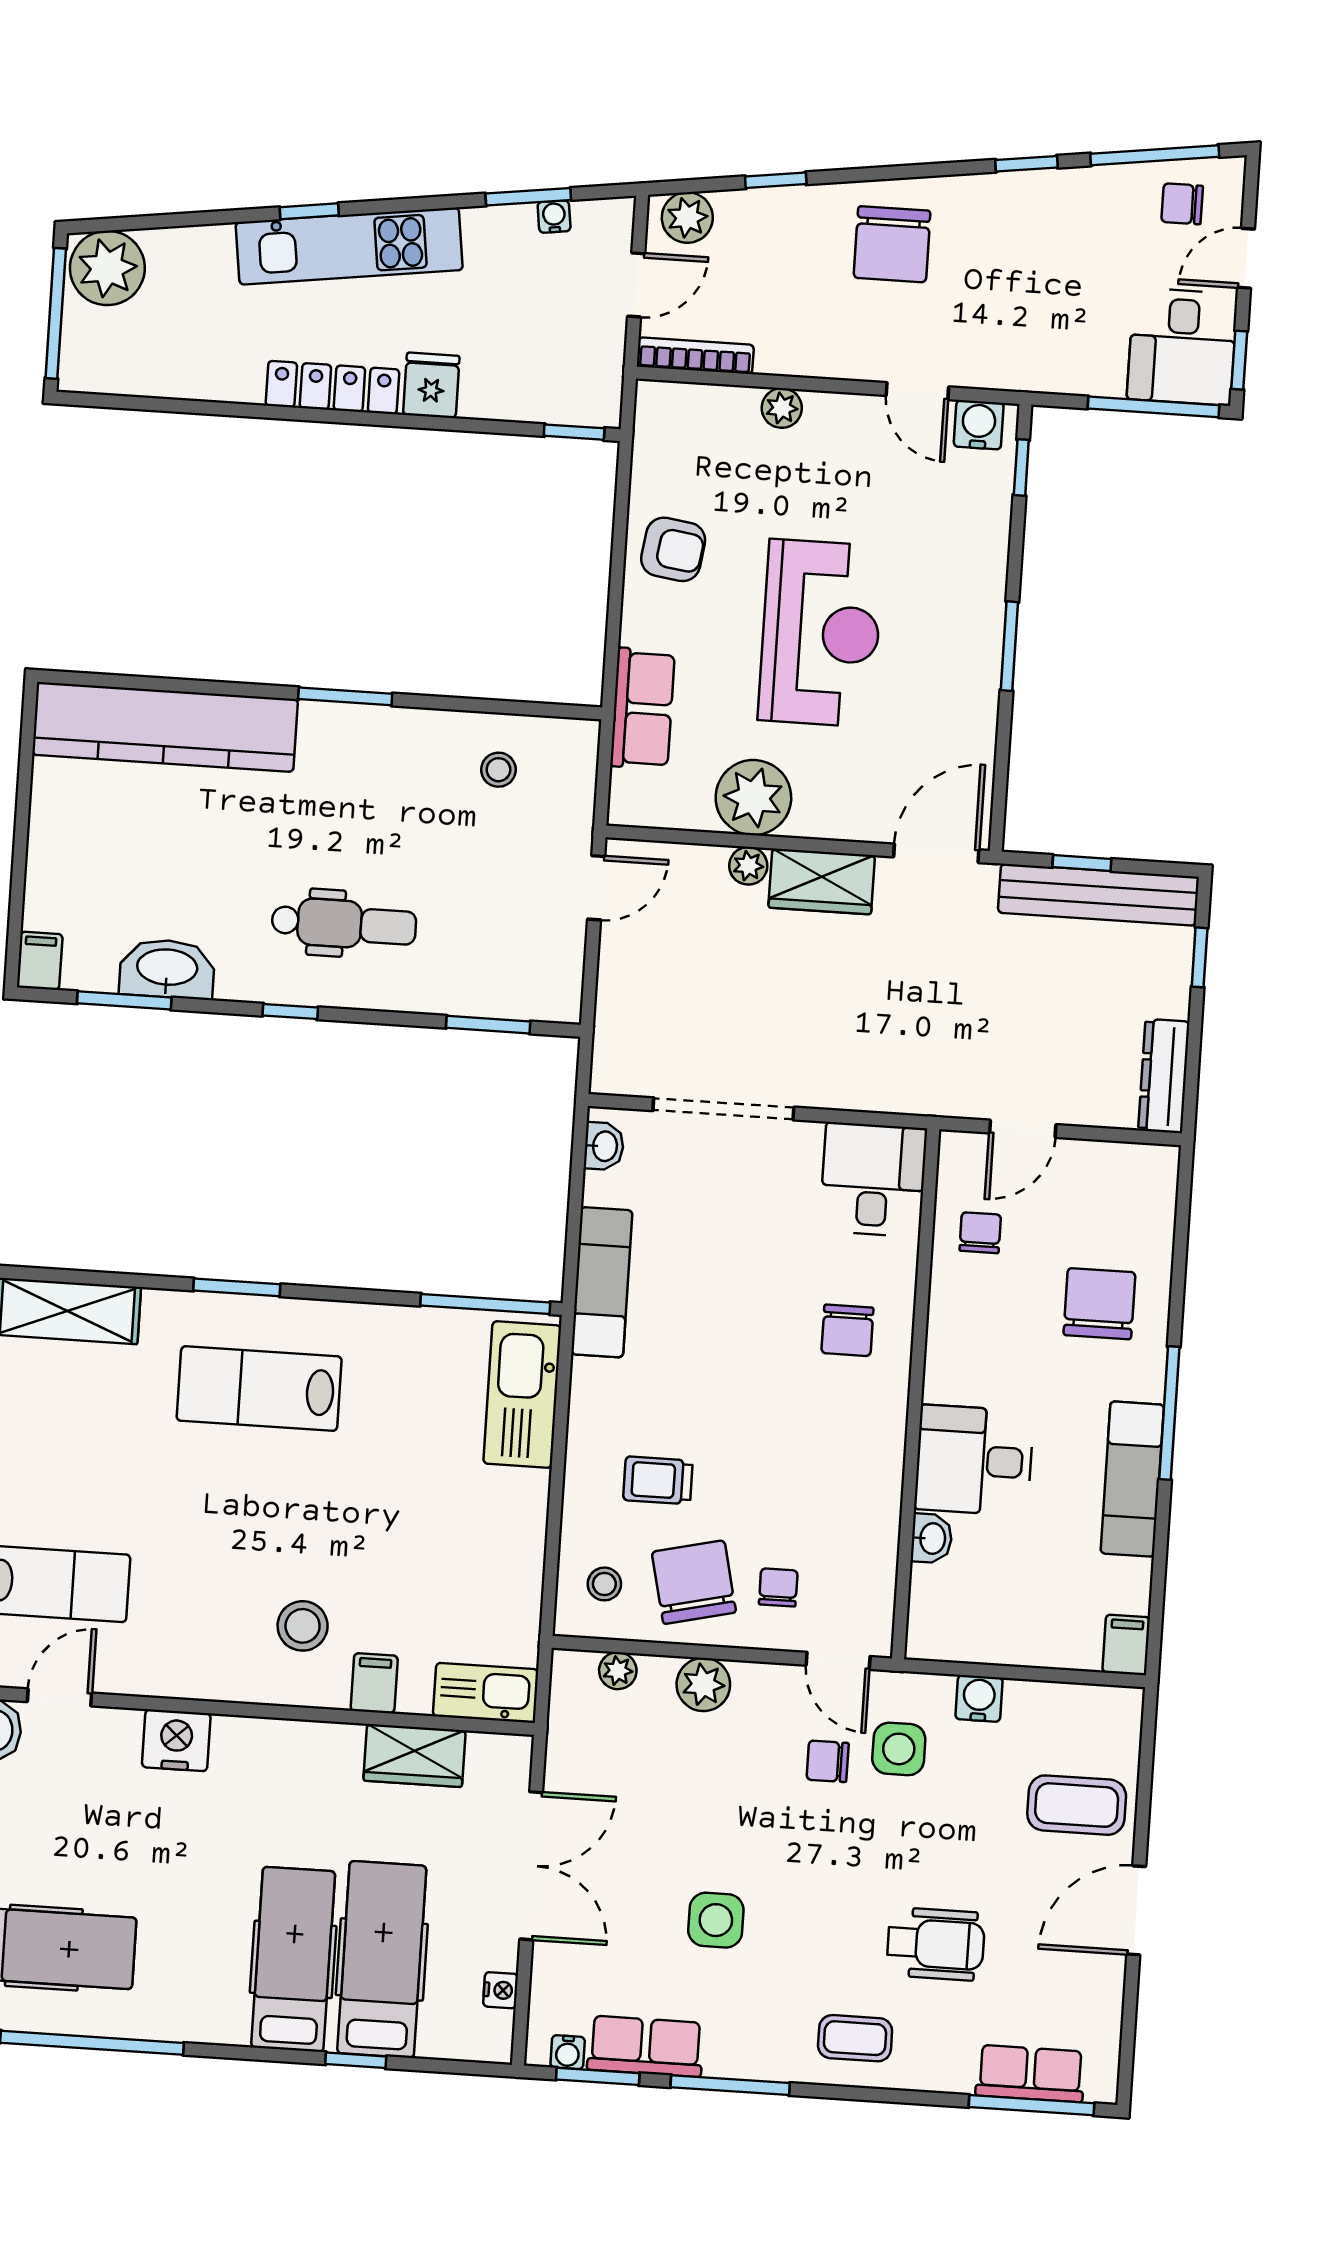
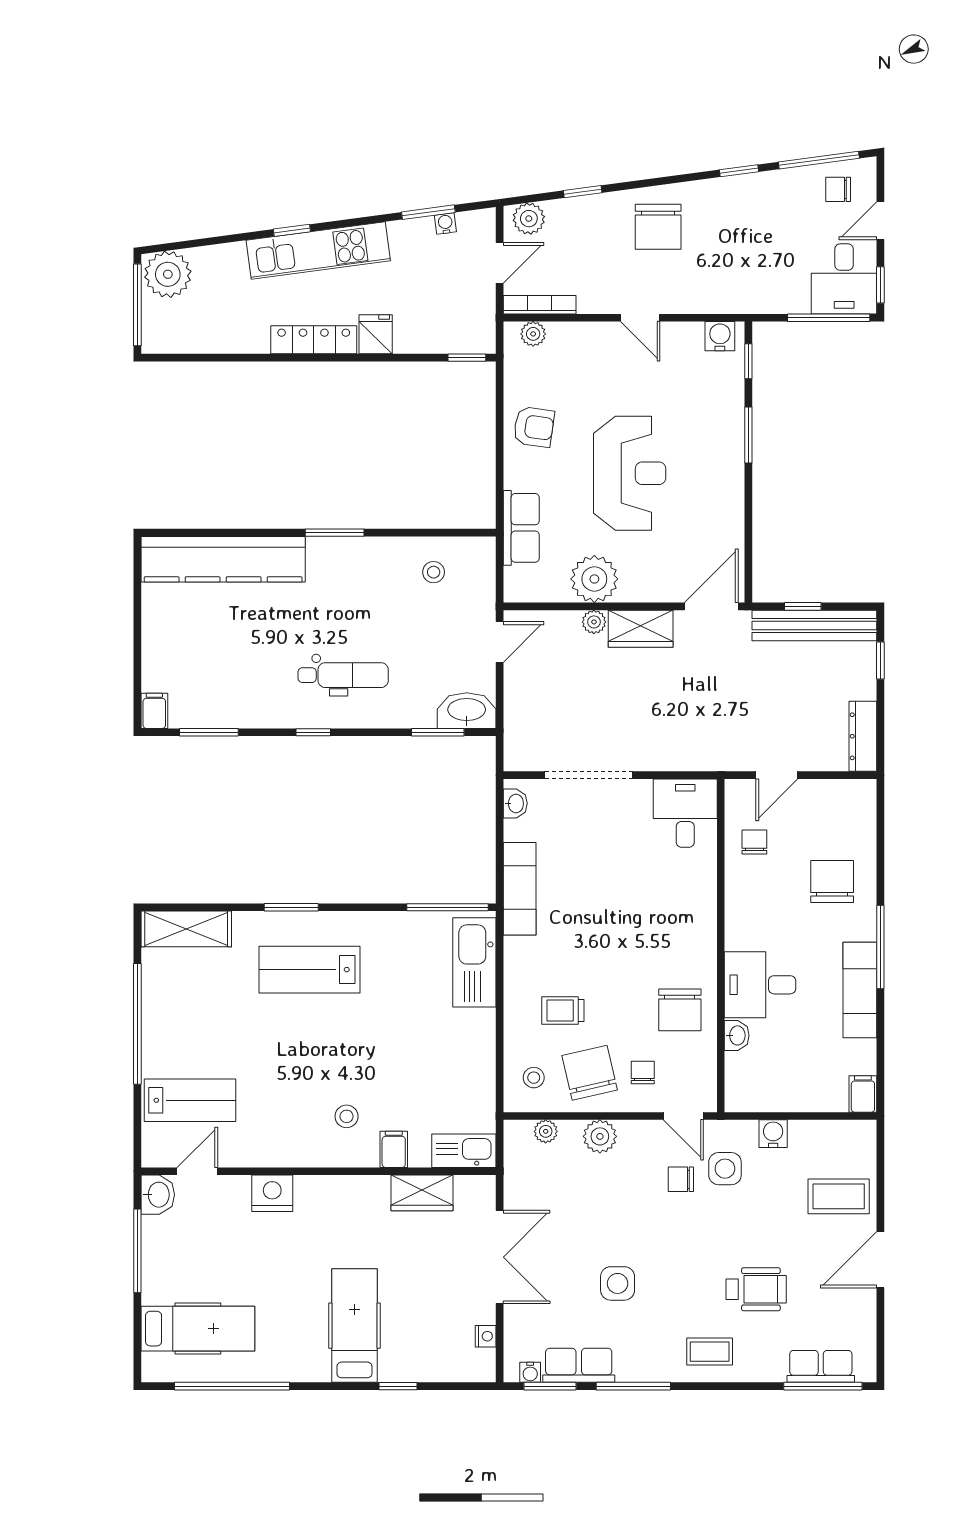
door: (917, 391) -> (640, 318), moved
plant: (782, 408) -> (533, 334), moved
window: (1009, 646) -> (748, 435), moved
washbasin: (167, 969) -> (467, 711), moved
chair: (847, 1330) -> (680, 1010), moved, width x1.37, depth x1.37
stool: (303, 1626) -> (347, 1116), width x0.73, depth x0.73
hospital bed: (382, 1959) -> (410, 1322), removed

